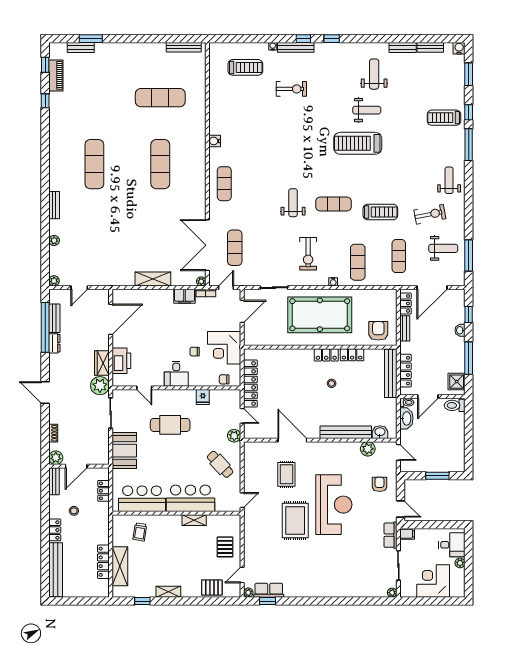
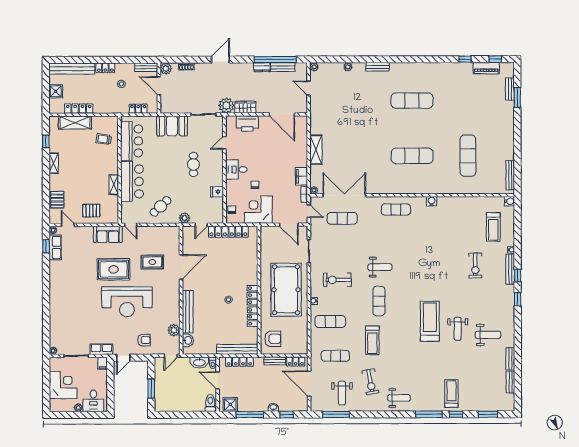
water cooler: (459, 48) -> (509, 201), moved
cafe table: (170, 425) -> (193, 164), width x0.73, depth x0.74
sofa: (253, 527) -> (108, 234), added
shower: (83, 589) -> (56, 91), added

